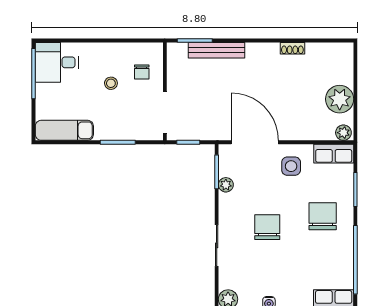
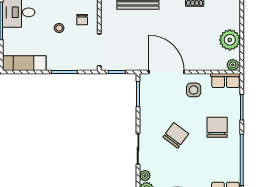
plant: (226, 185) -> (145, 176), moved
chair: (267, 227) -> (176, 135), turned 37

